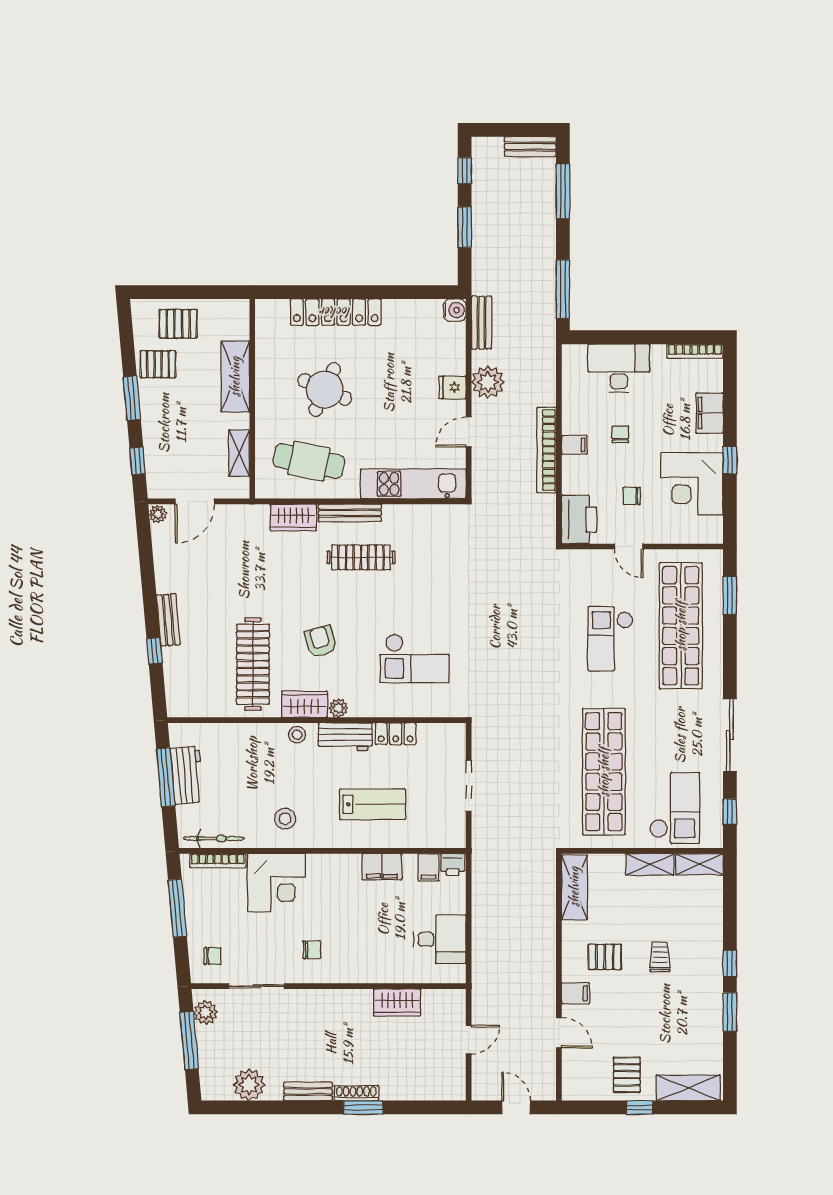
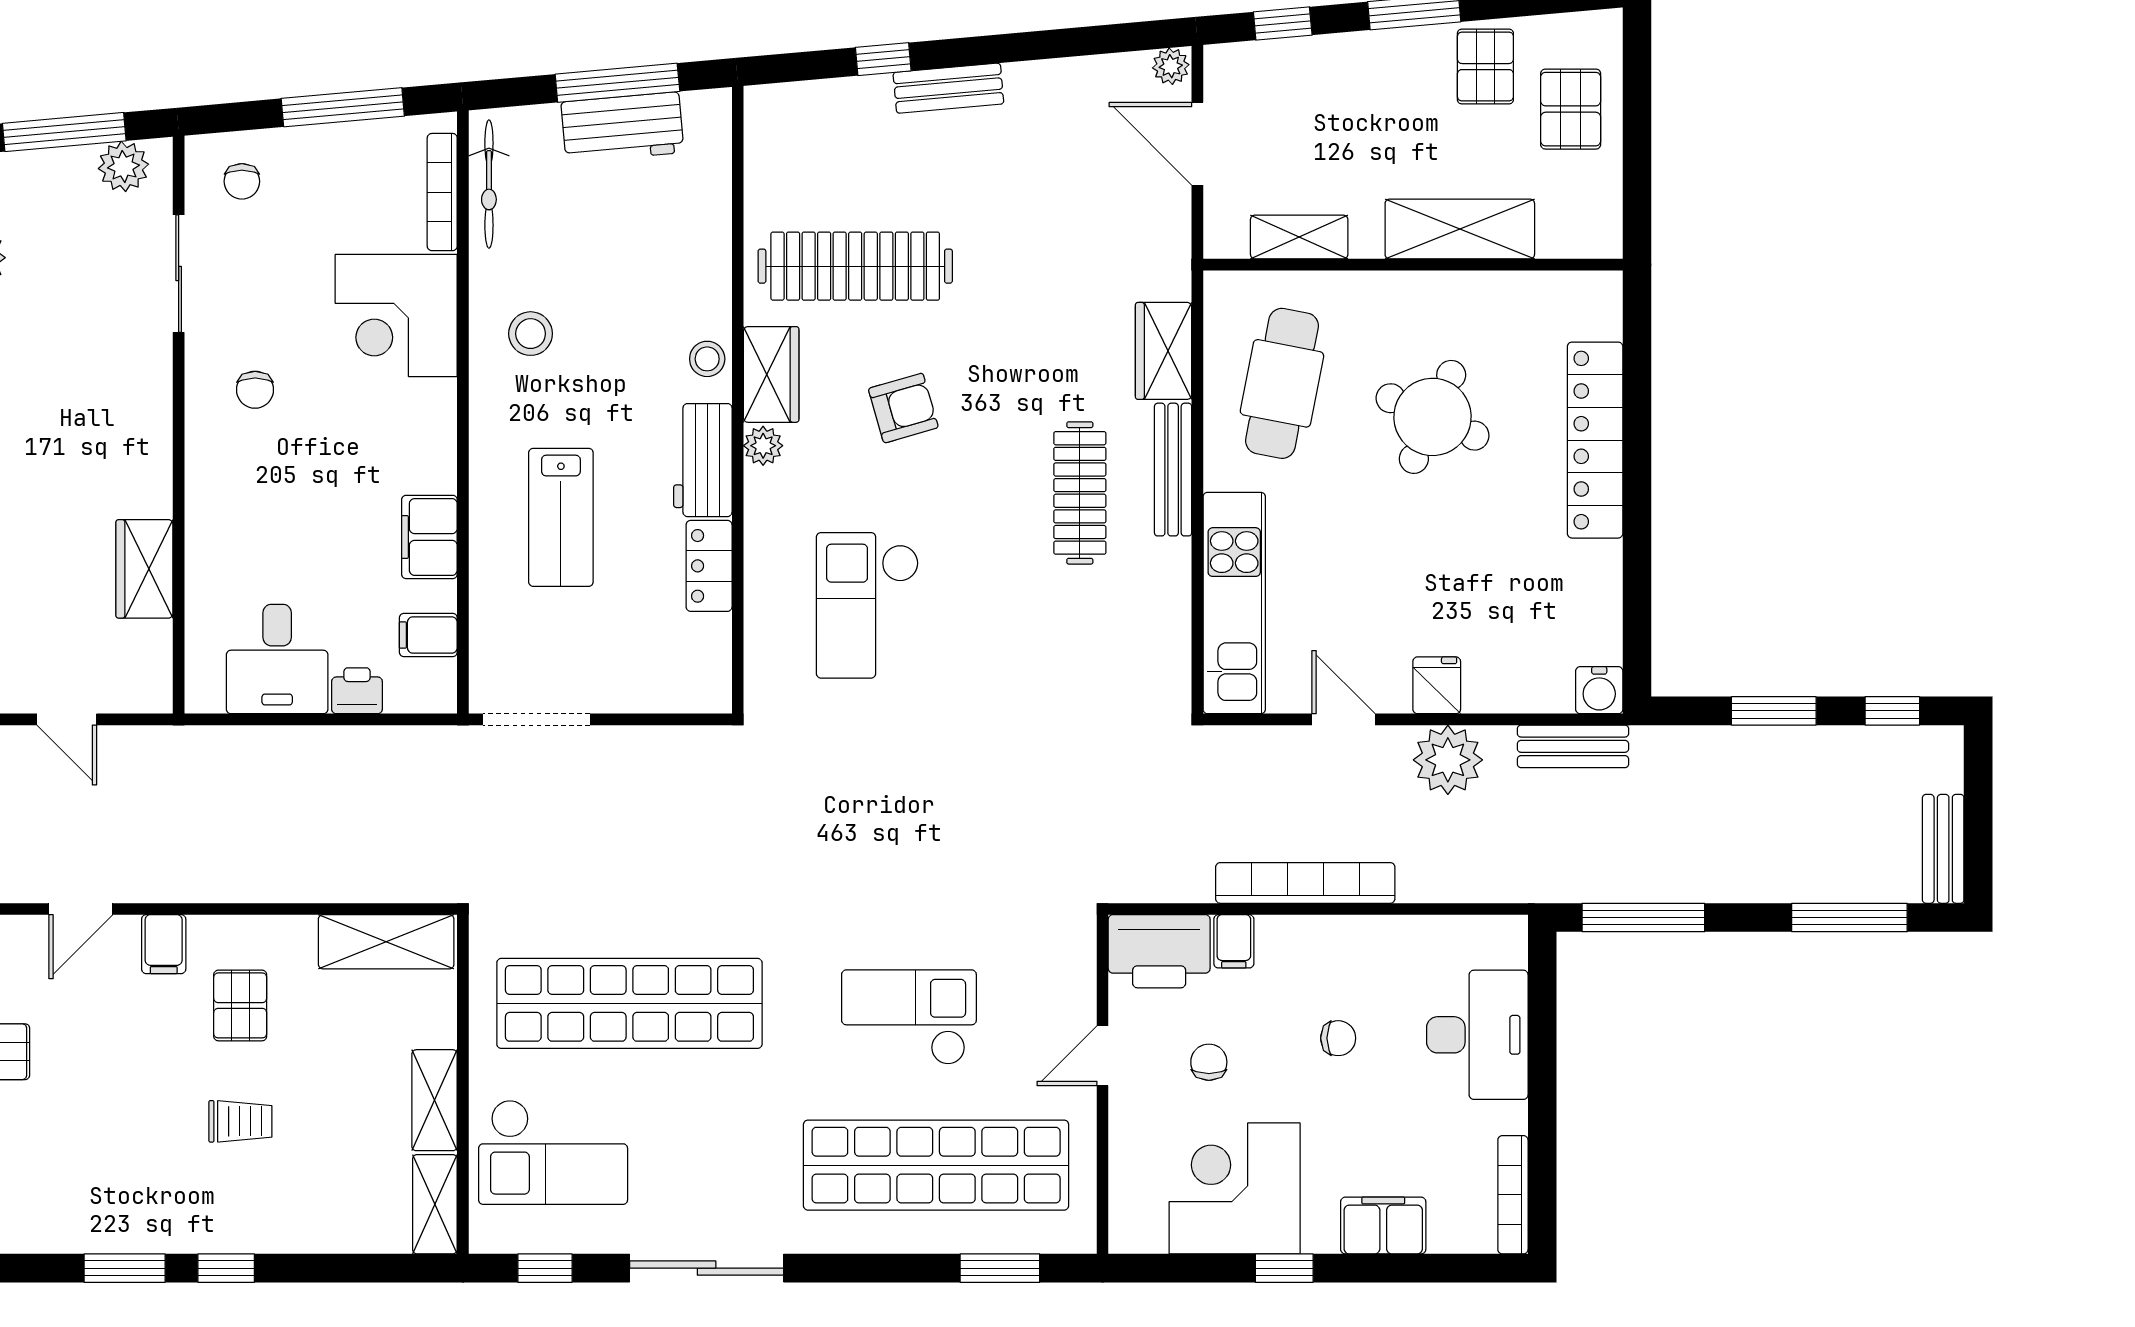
filing cabinet: (574, 445) -> (1234, 941), moved
doorway: (469, 786) -> (536, 719), moved
printer: (453, 865) -> (357, 691), moved, turned 90

